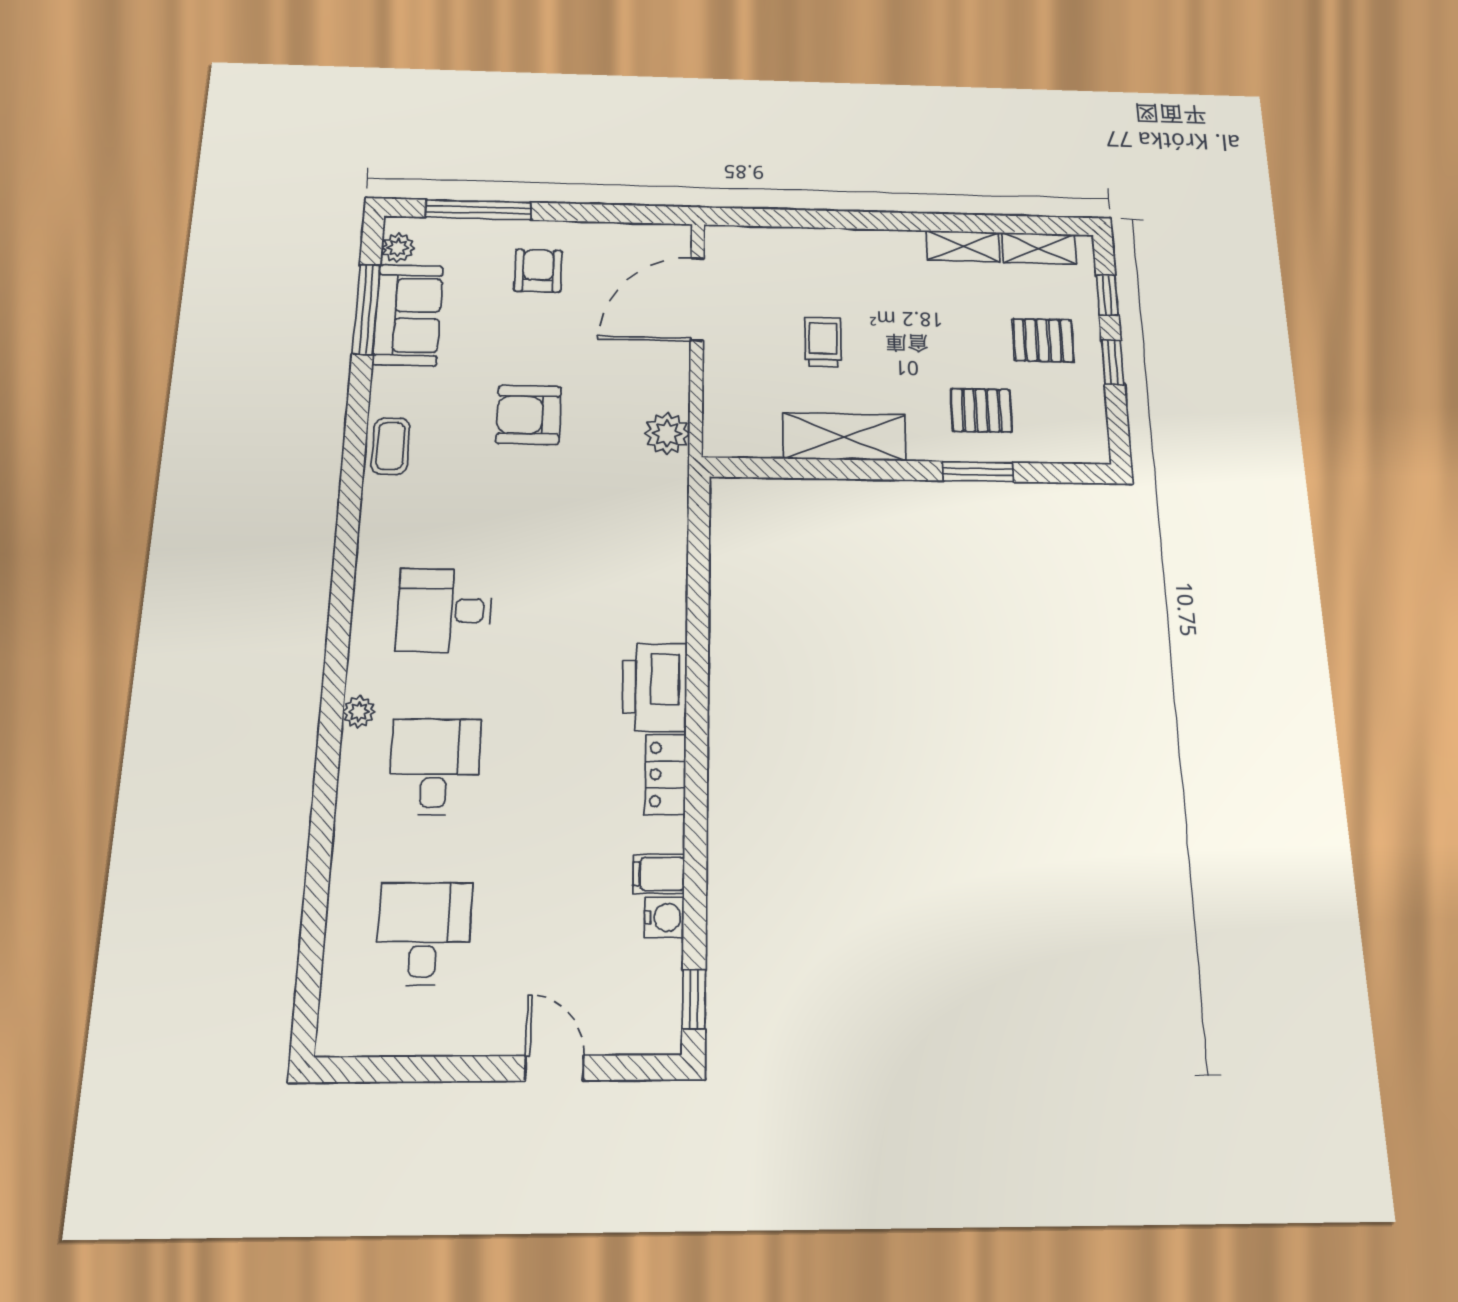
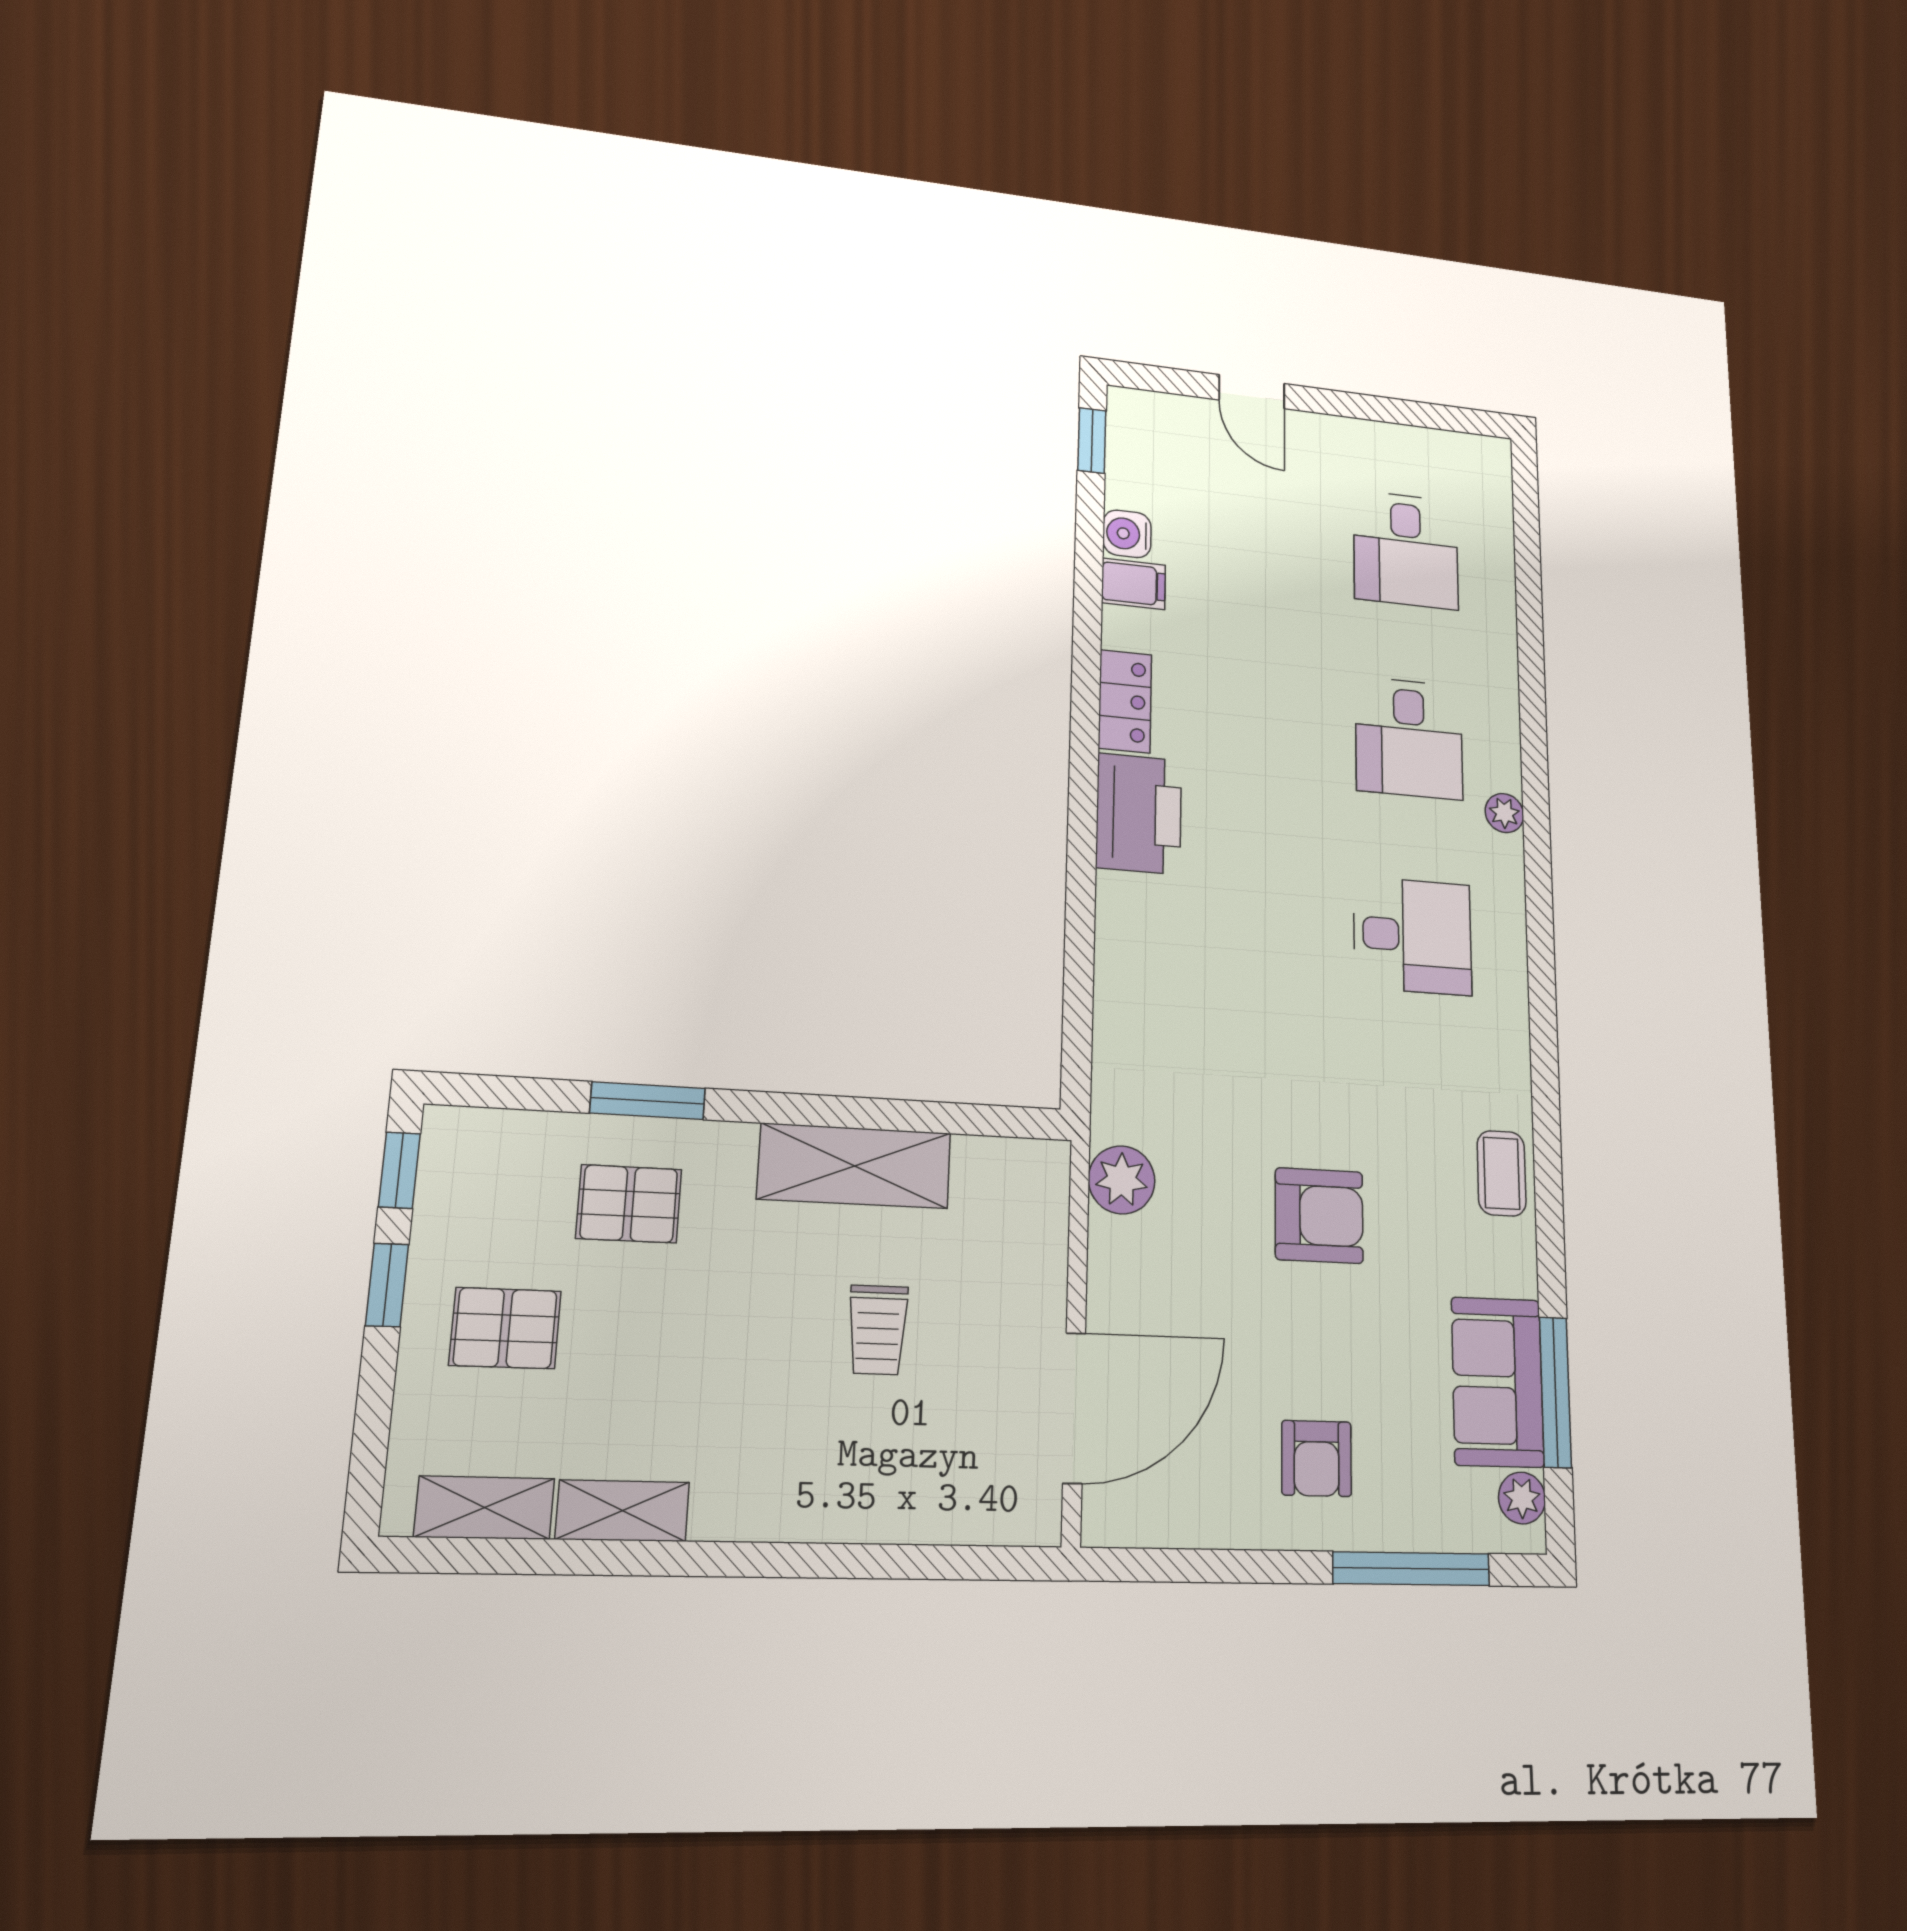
window: (1107, 295) -> (399, 1170), moved

